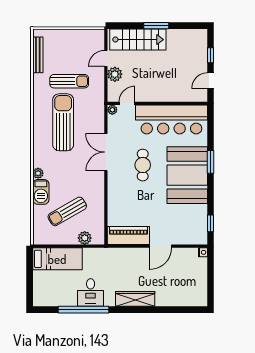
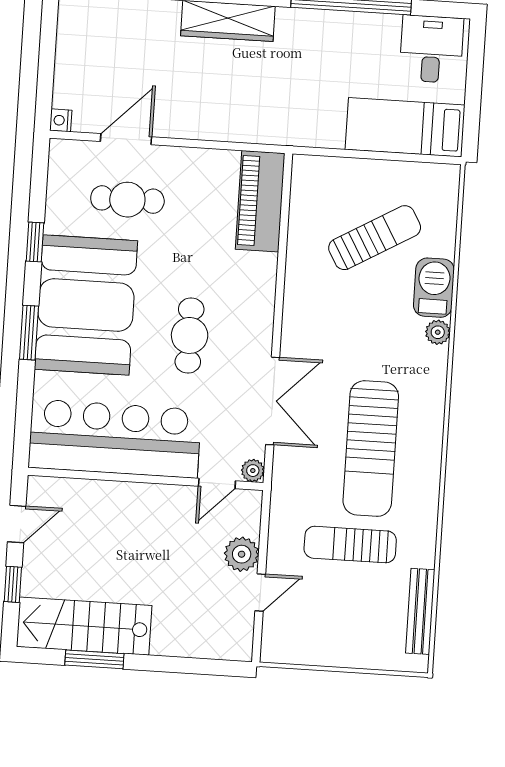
window: (156, 26) -> (94, 659), moved
stairs: (138, 40) -> (84, 626), moved
double door: (106, 152) -> (273, 401), moved
cafe table: (173, 221) -> (127, 200), added
window: (210, 223) -> (35, 242), moved
piano: (128, 236) -> (260, 201), moved, turned 90
plant: (85, 238) -> (338, 172), removed
door: (161, 246) -> (126, 139), moved
desk: (91, 293) -> (431, 49), moved

